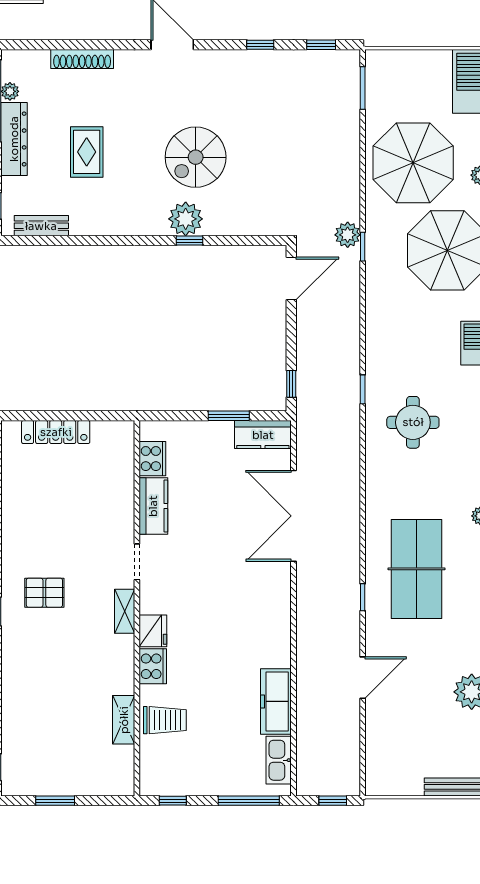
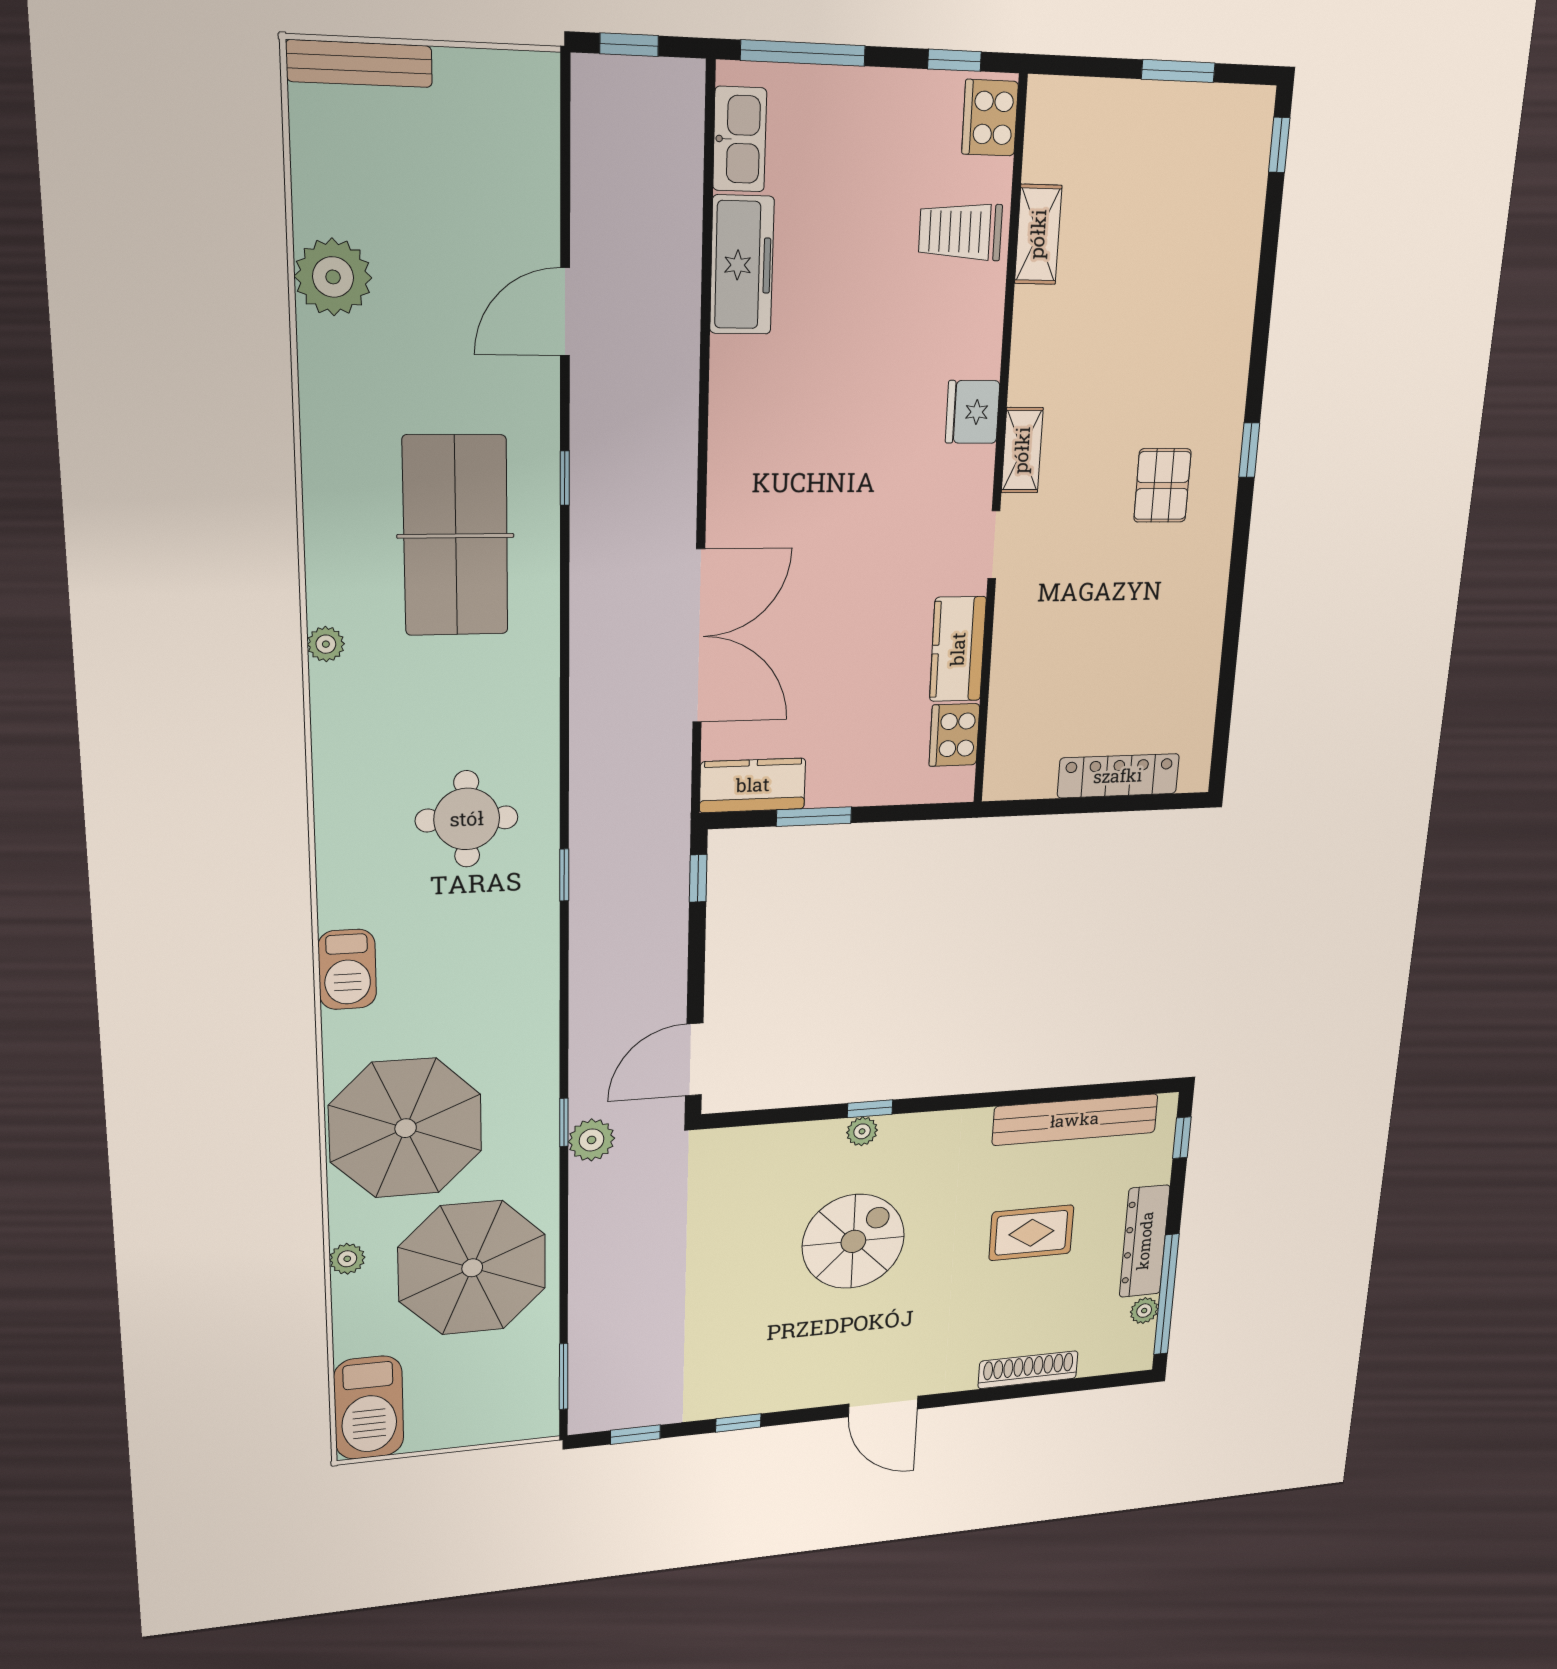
rug: (87, 152) -> (1031, 1233), turned 90
plant: (186, 219) -> (862, 1131), width x0.53, depth x0.53
bench: (41, 226) -> (1075, 1120), width x1.86, depth x1.21
pallet: (44, 593) -> (1162, 485), turned 90
cooker: (153, 666) -> (990, 118), moved

